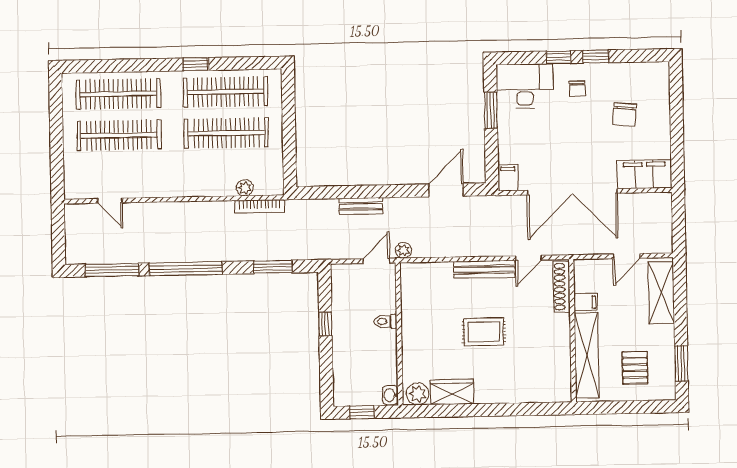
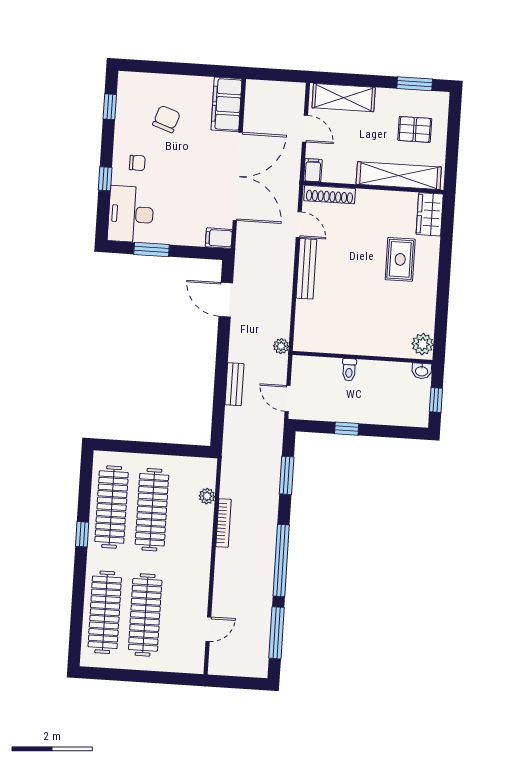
window: (596, 57) -> (110, 107), moved
chair: (624, 115) -> (166, 119), turned -77
bookcase: (259, 206) -> (224, 523), moved
door: (376, 261) -> (288, 399), moved
filing cabinet: (586, 302) -> (313, 170), moved
rug: (484, 332) -> (400, 259), moved
wardrobe: (452, 392) -> (430, 214), moved

